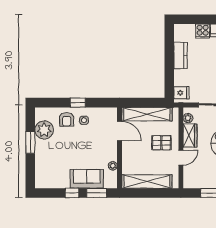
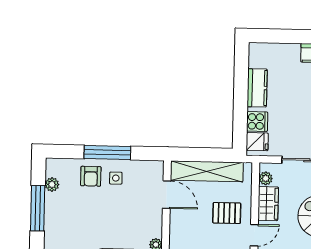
cooker: (203, 31) -> (257, 121), moved, turned -90
window: (78, 103) -> (107, 152), width x2.17
plant: (44, 130) -> (52, 184), width x0.53, depth x0.53
window: (30, 142) -> (38, 208), width x1.44

